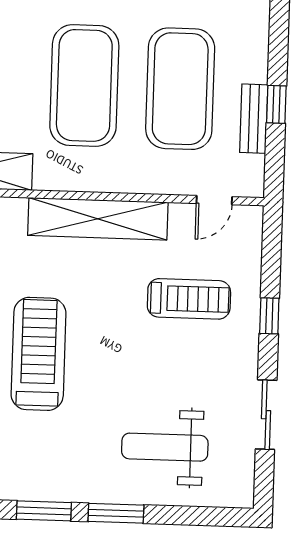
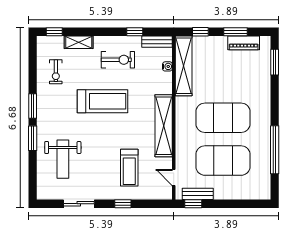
window: (276, 104) -> (193, 204), moved
bench: (254, 119) -> (198, 194), moved
weight bench: (165, 447) -> (63, 159), turned 180

